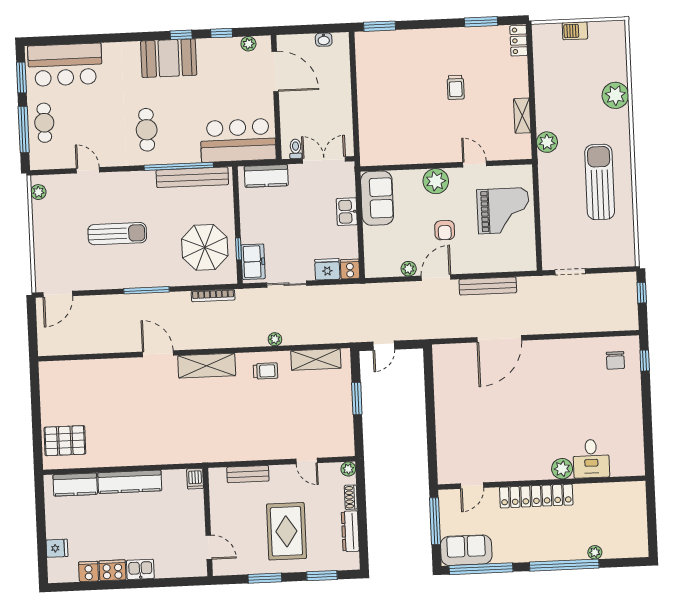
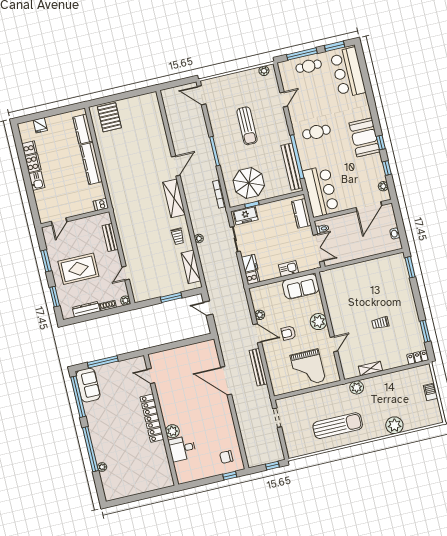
desk: (591, 459) -> (182, 448), moved
plant: (562, 469) -> (172, 431), moved
wall: (542, 483) -> (161, 420), moved
door: (472, 486) -> (151, 376), moved
locker: (536, 496) -> (152, 418), moved

